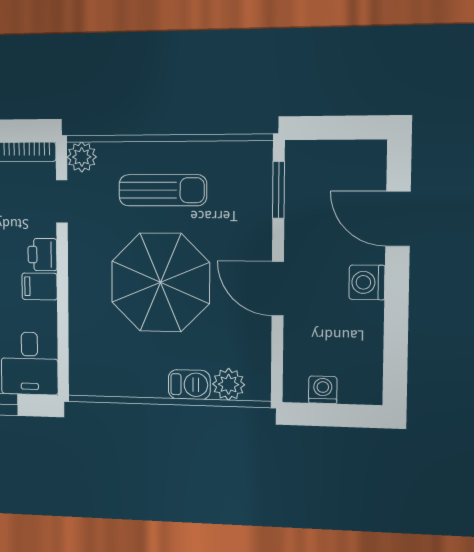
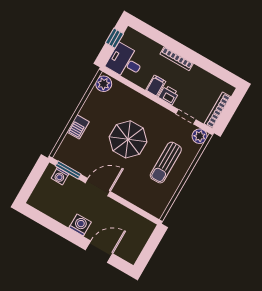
window: (279, 190) -> (68, 170), moved
parasol: (160, 282) -> (128, 139), width x0.73, depth x0.73
plant: (229, 384) -> (104, 84), moved
washing machine: (323, 390) -> (60, 176), moved, turned 90

